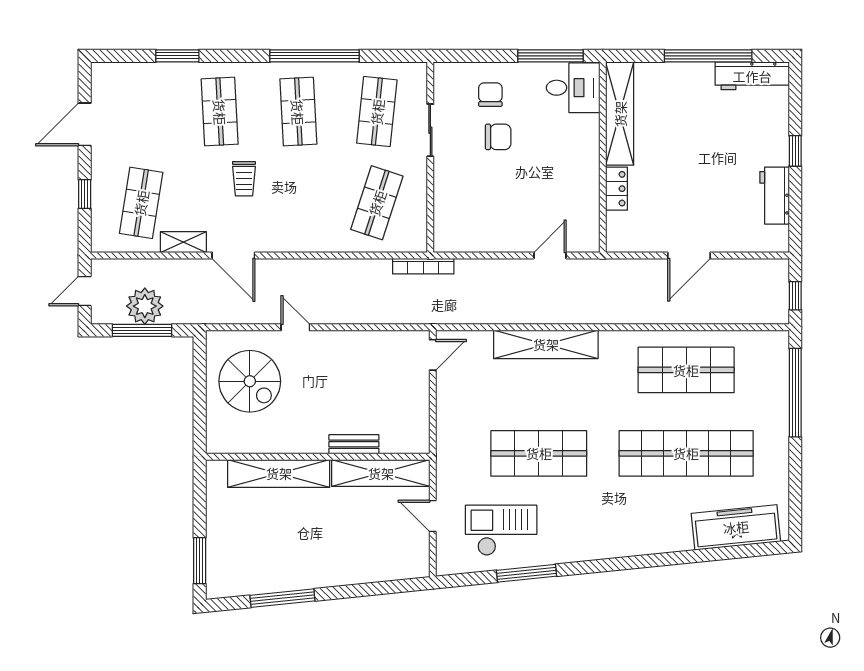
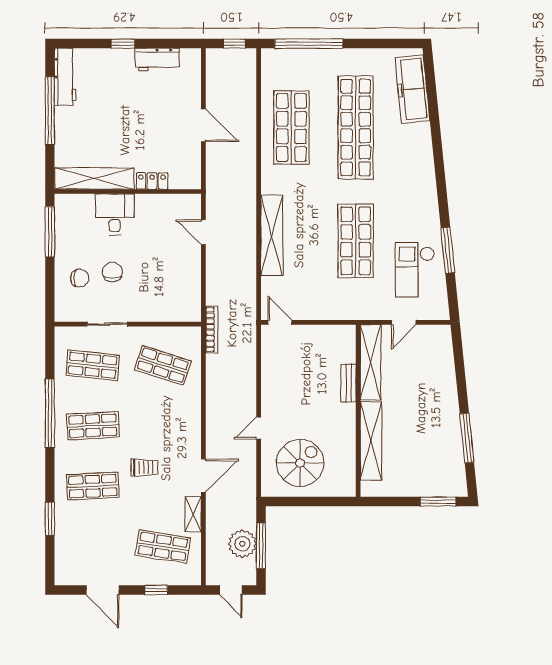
desk: (573, 88) -> (115, 214), moved
chair: (490, 95) -> (80, 278), turned 180

